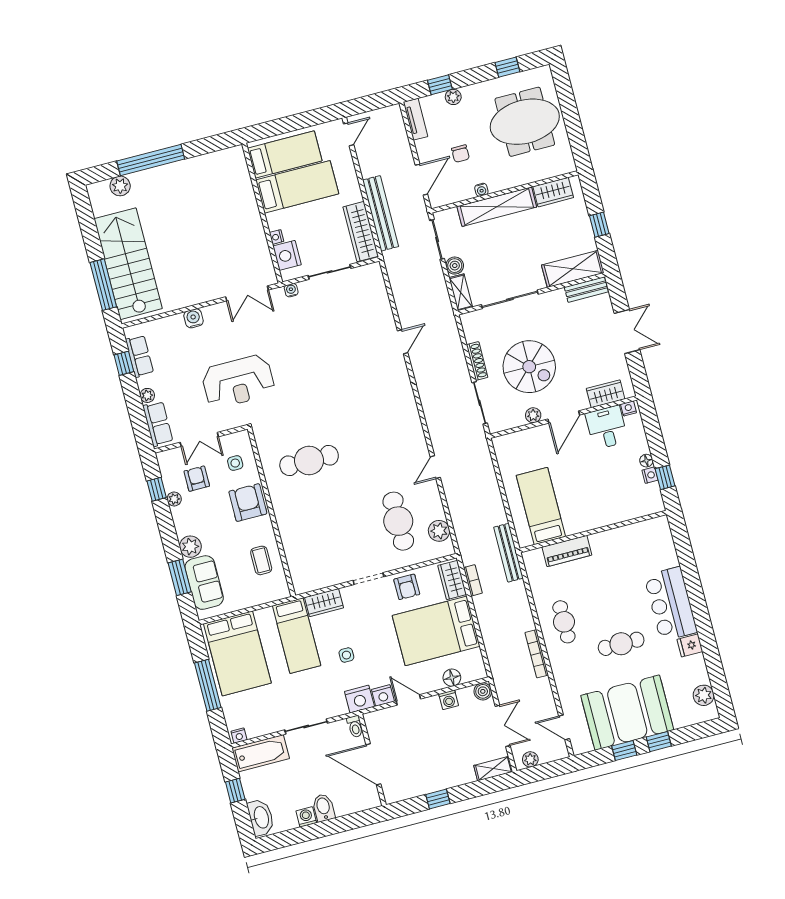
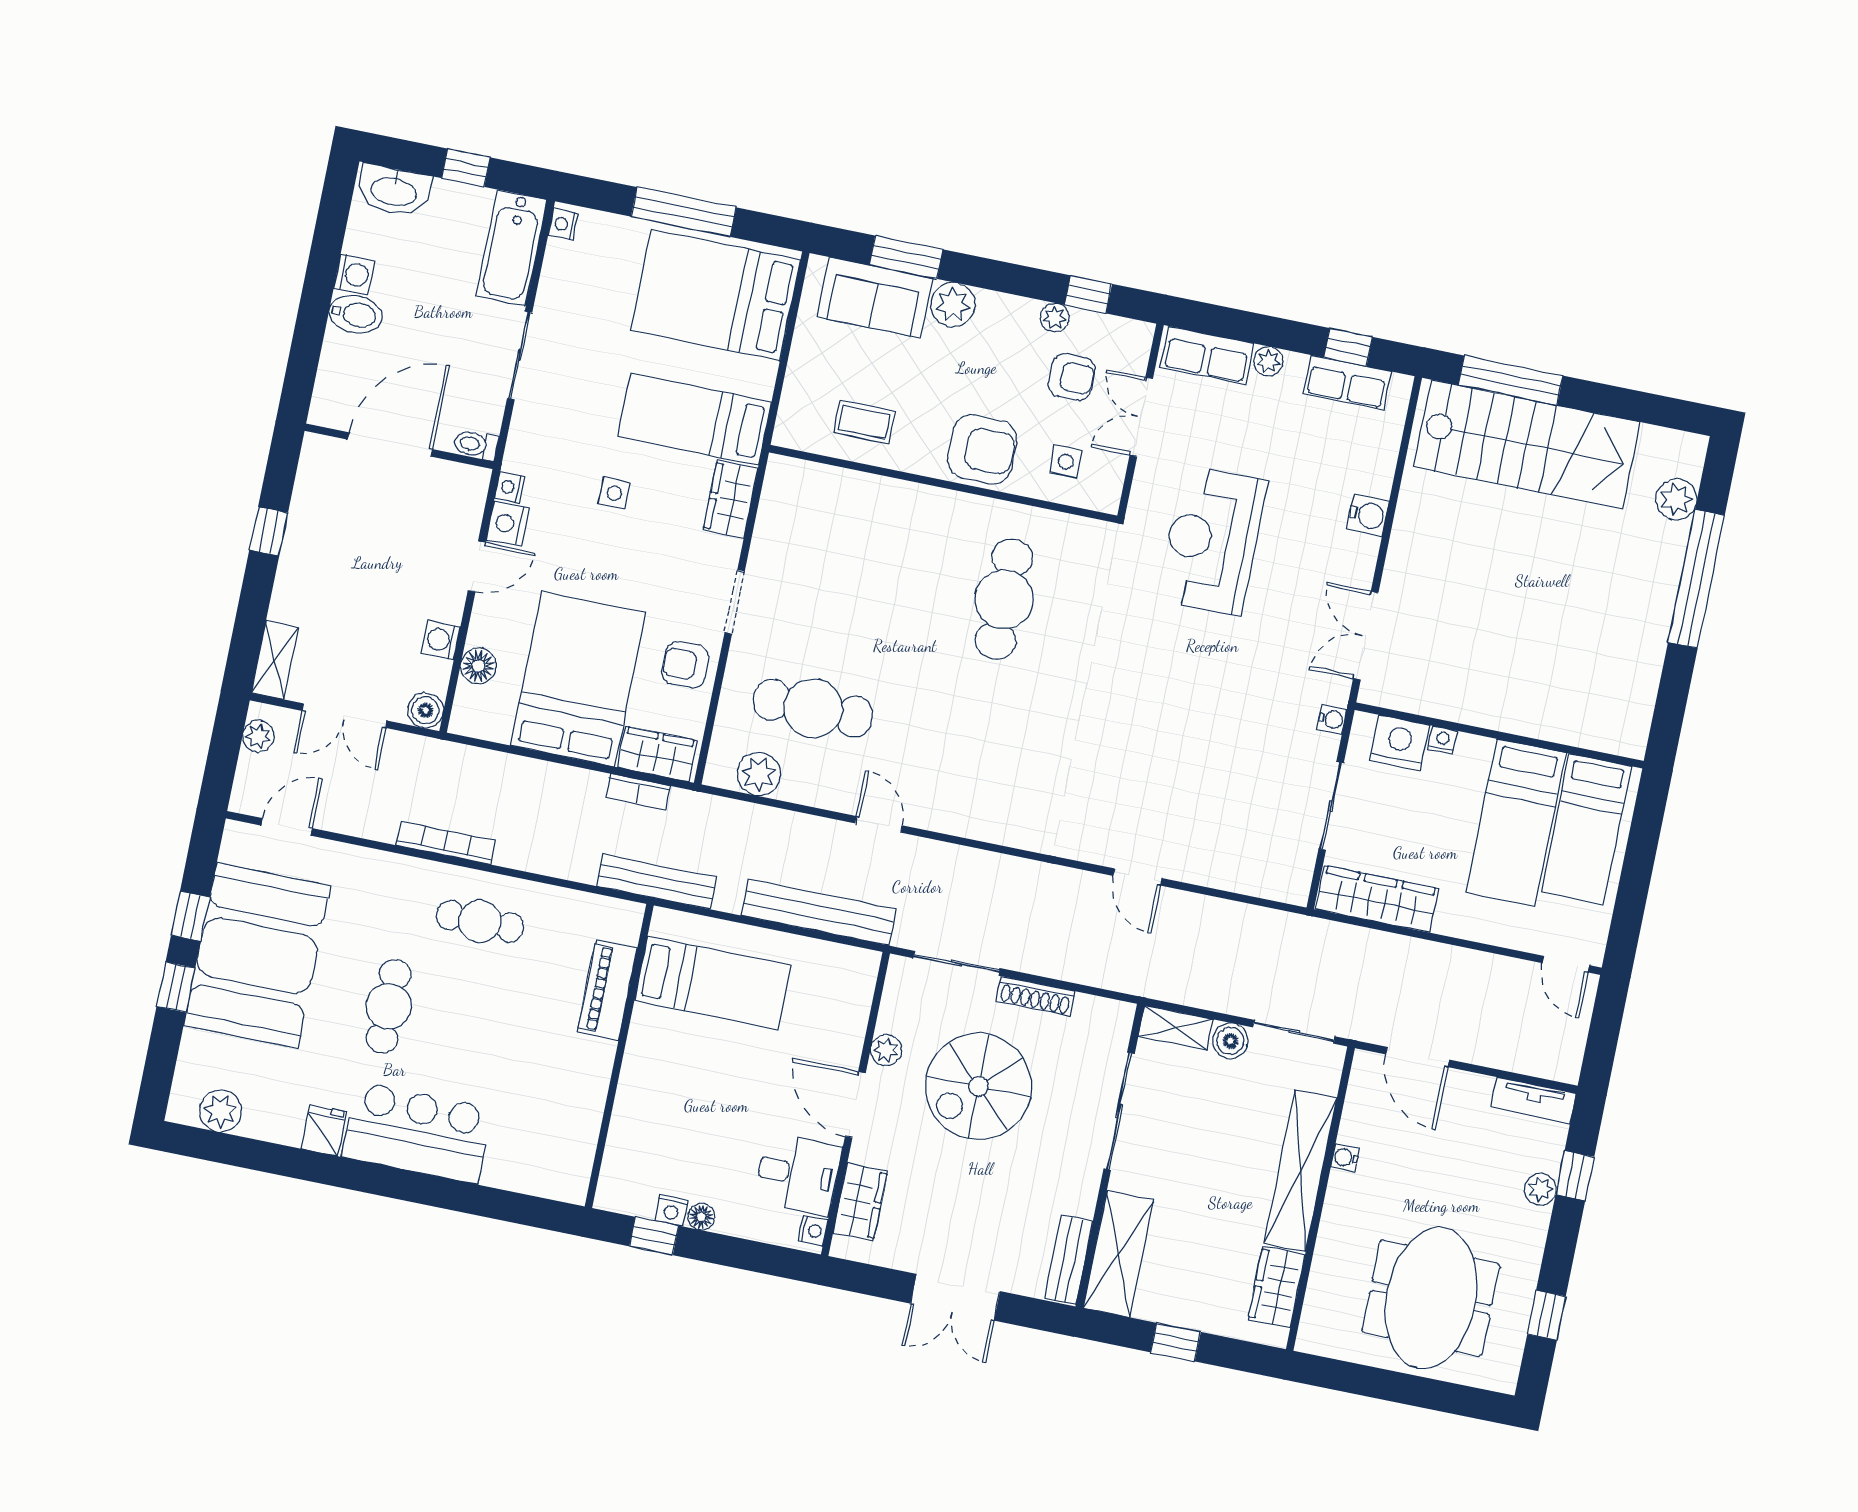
chair: (460, 154) -> (1430, 1152), removed
bench: (381, 213) -> (819, 912), moved
nightstand: (359, 699) -> (510, 487), width x0.53, depth x0.56

